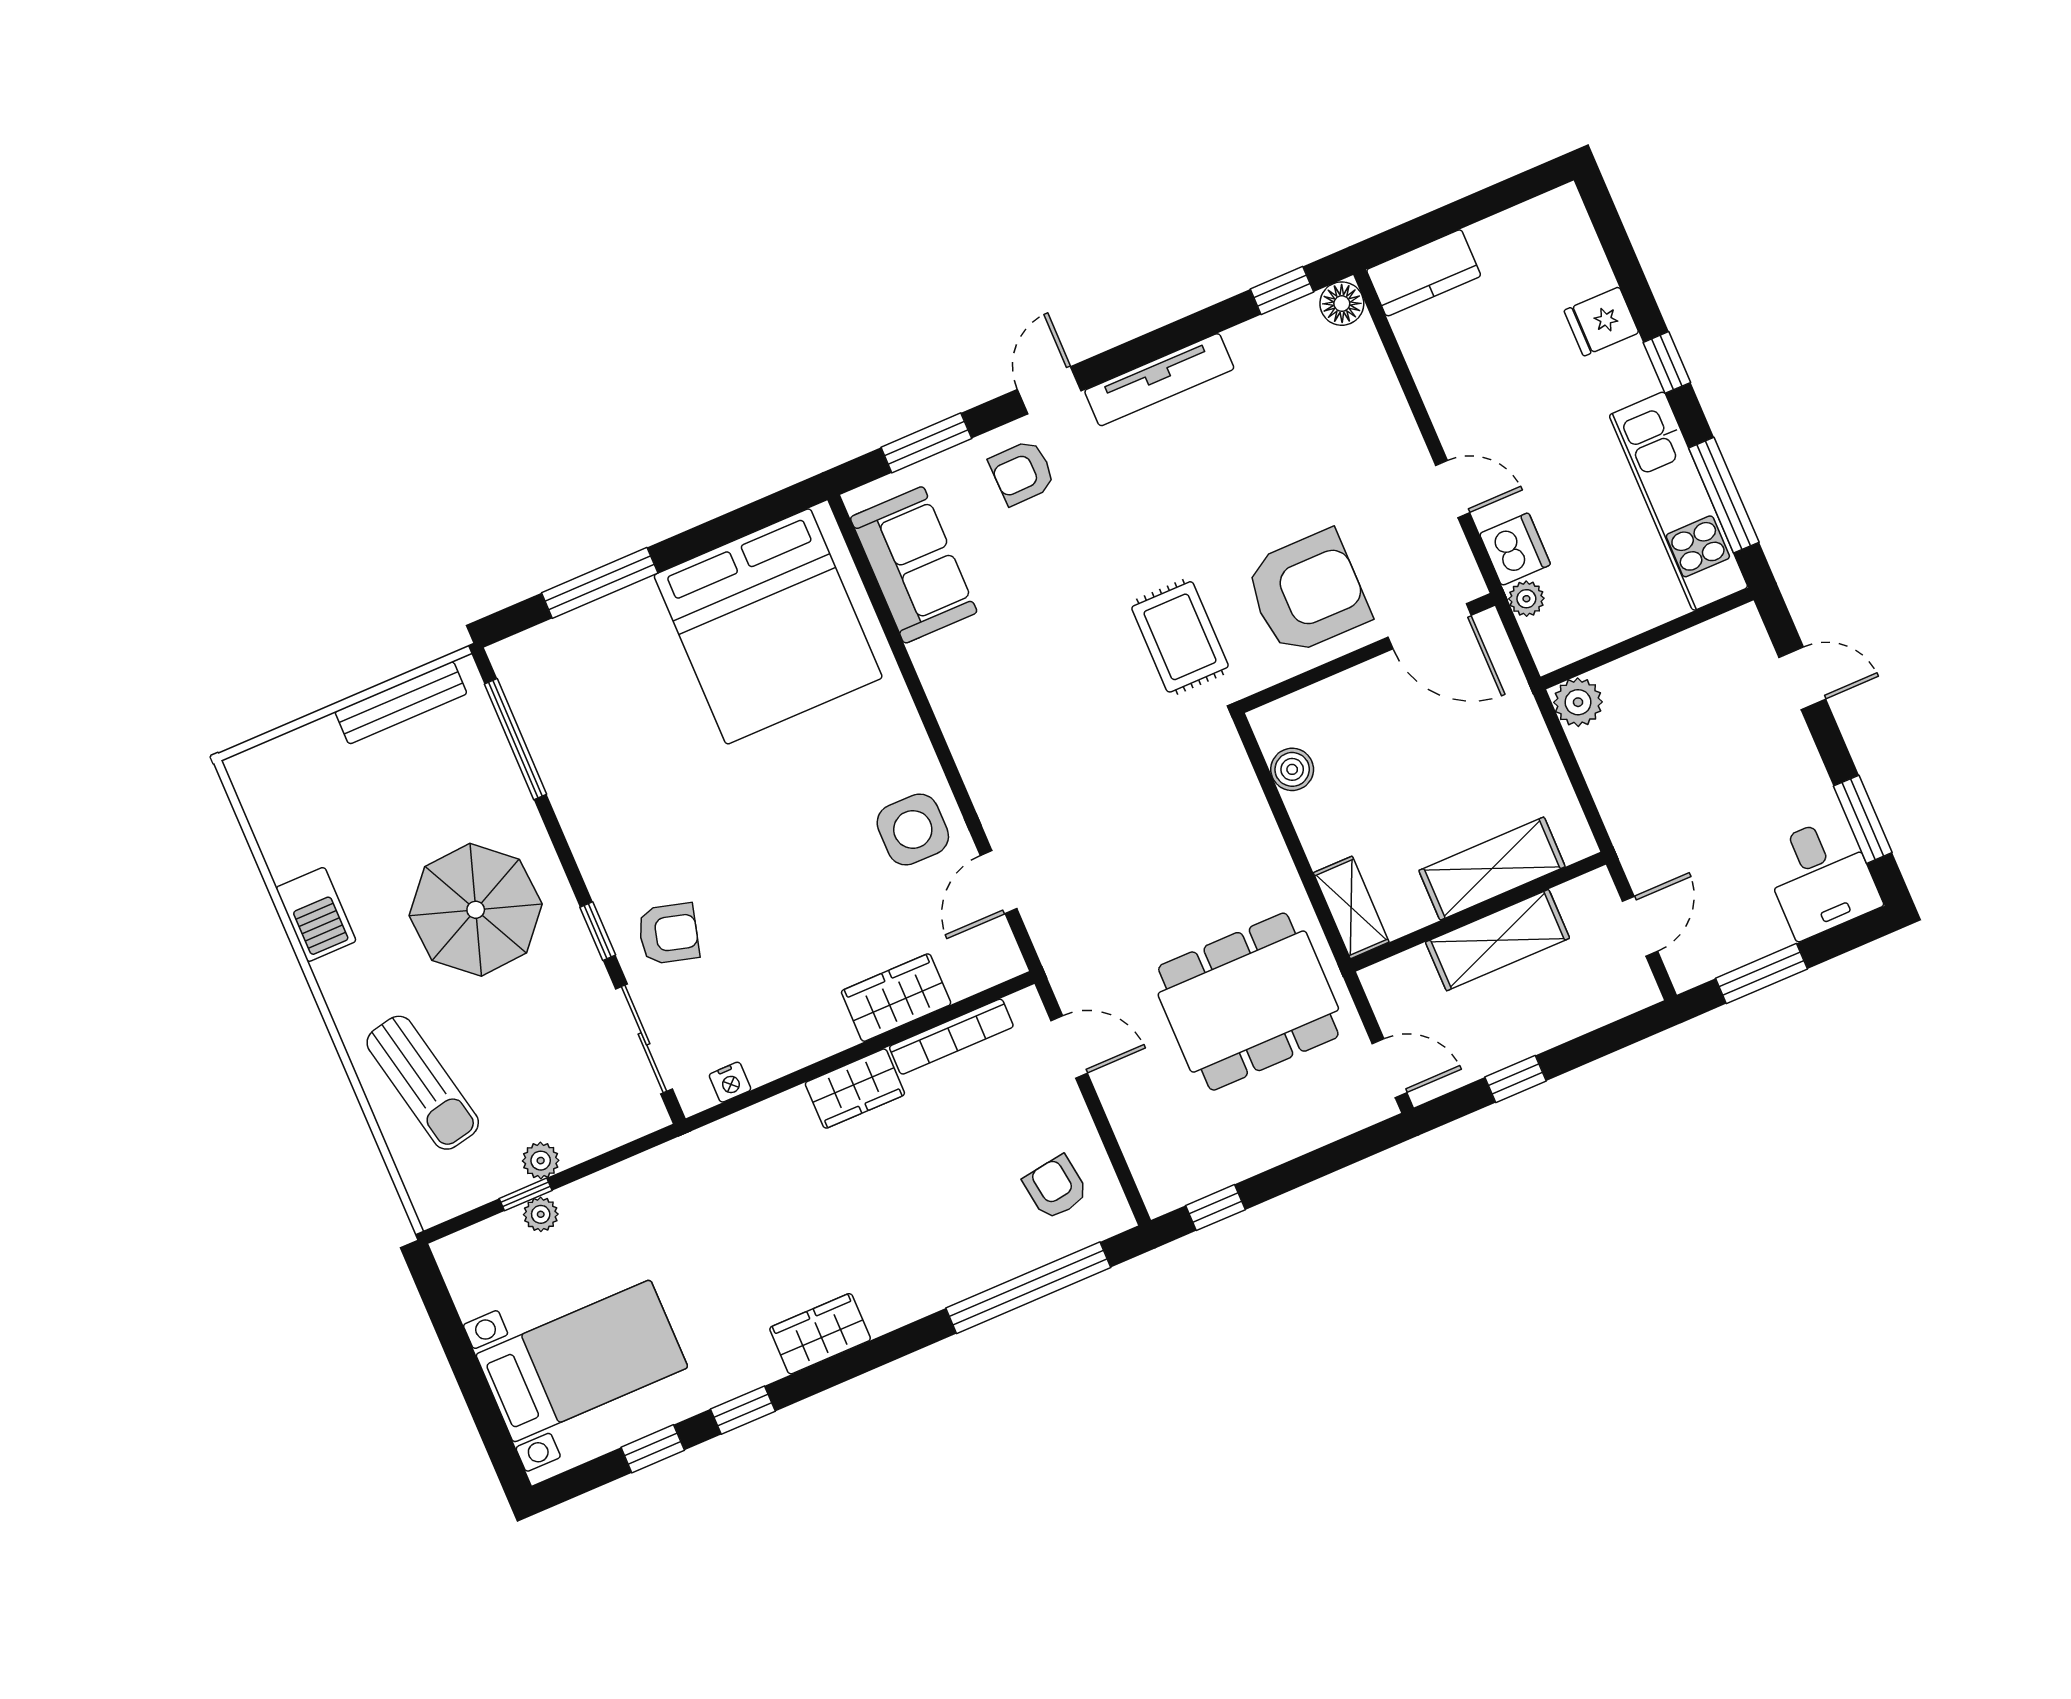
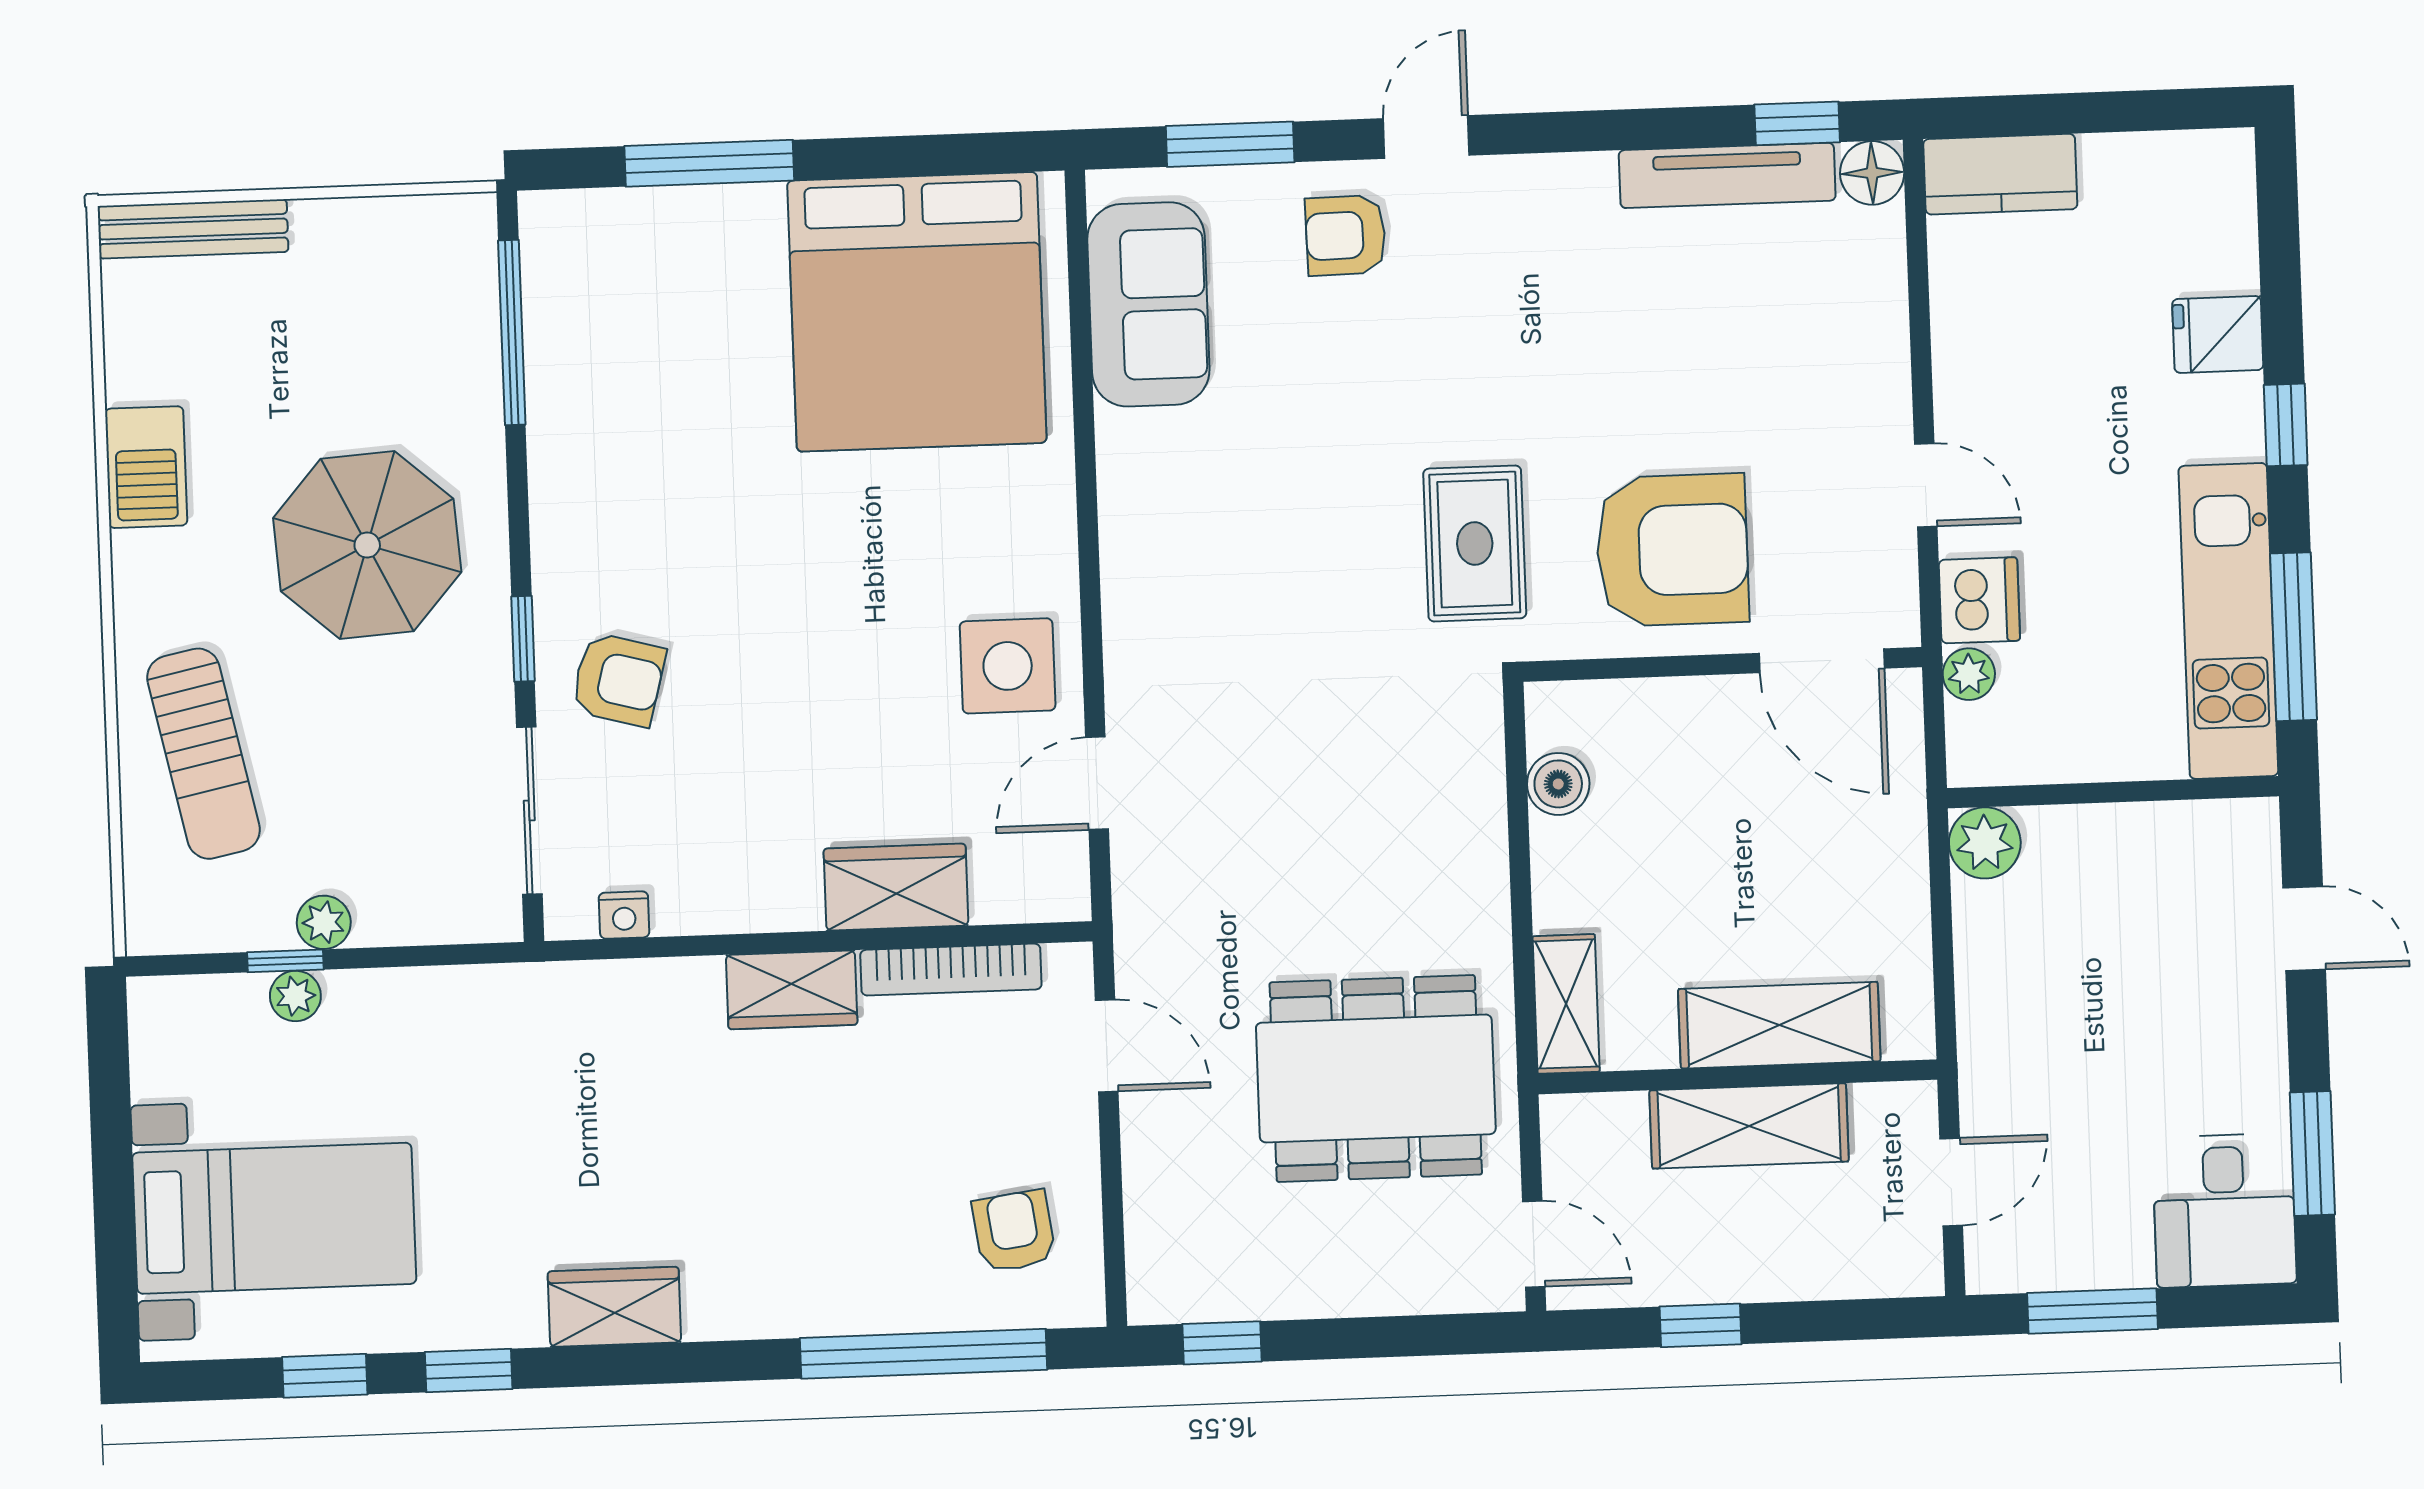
tv unit: (1159, 380) -> (1727, 175), moved
bench: (401, 703) -> (193, 229), moved

